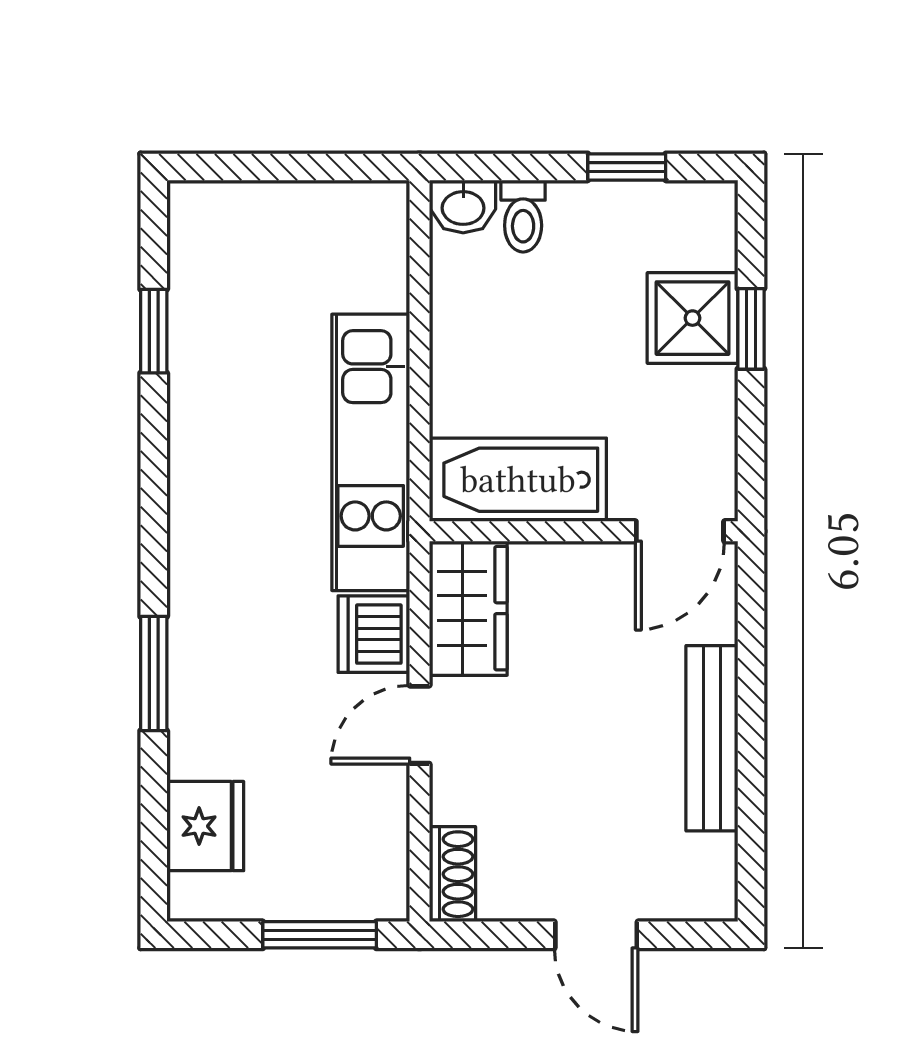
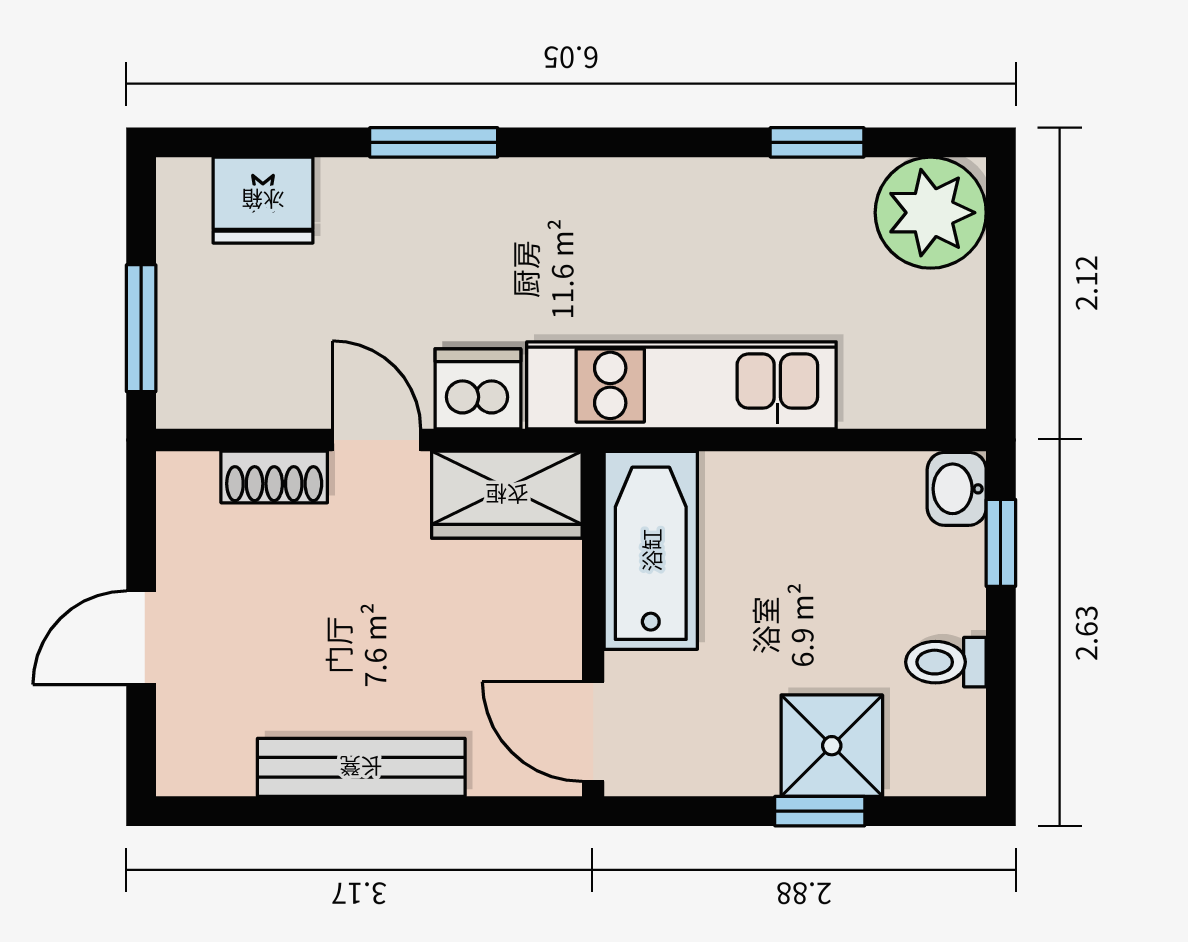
window: (627, 167) -> (1001, 543), moved
toilet: (523, 216) -> (946, 662), moved
plant: (216, 230) -> (931, 213), added
shoe rack: (452, 874) -> (274, 477), moved

